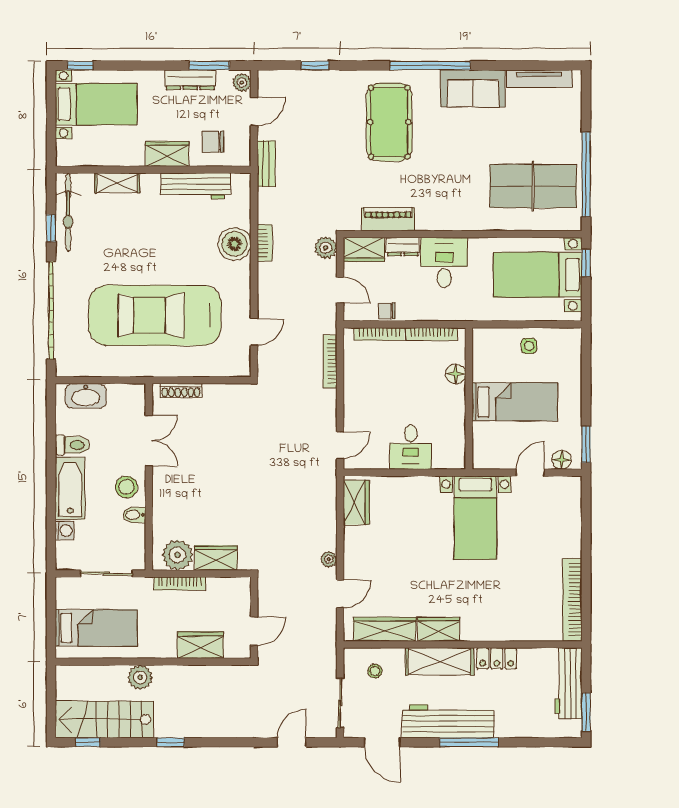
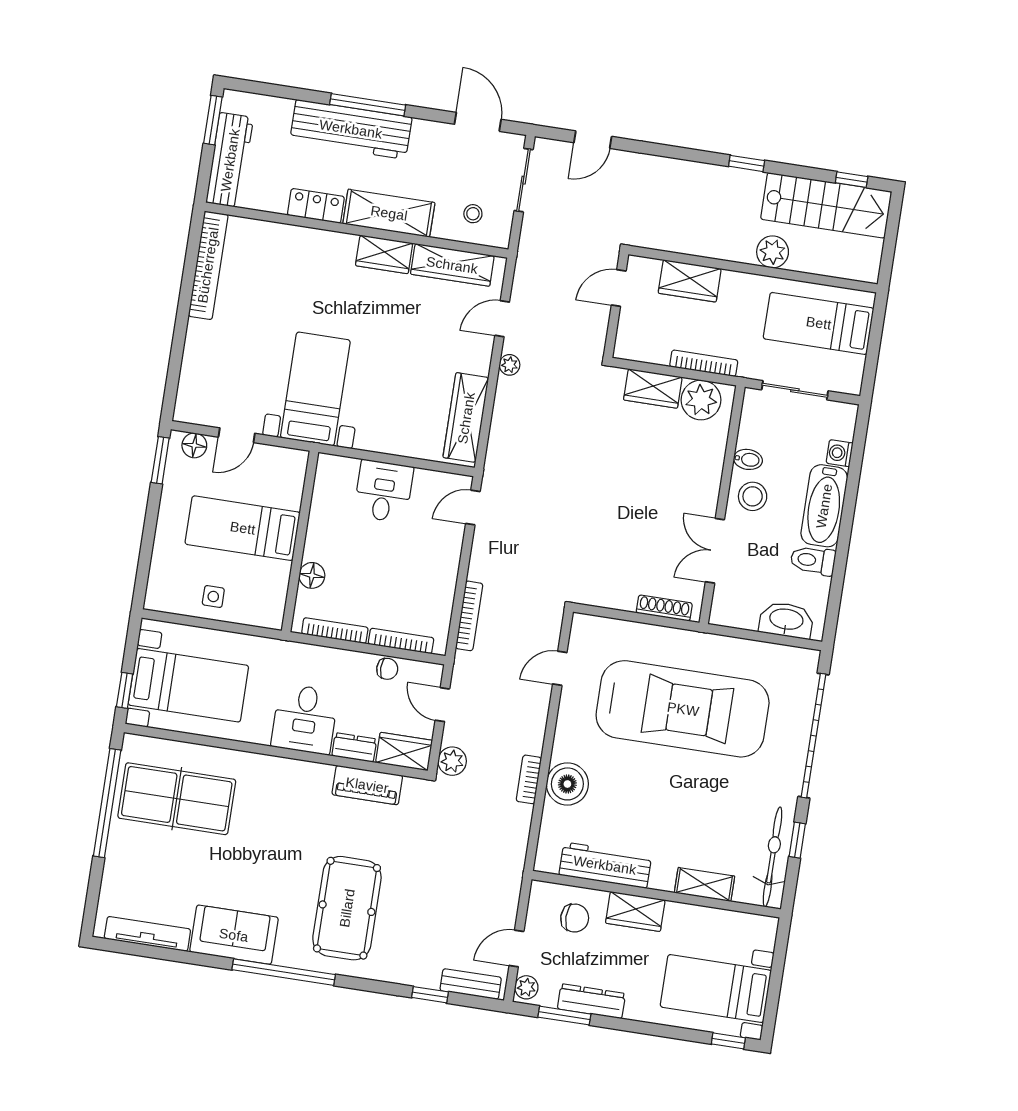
bench: (266, 164) -> (471, 984), moved, turned 90
wardrobe: (356, 502) -> (466, 418), width x1.50
workbench: (448, 721) -> (351, 129), moved

